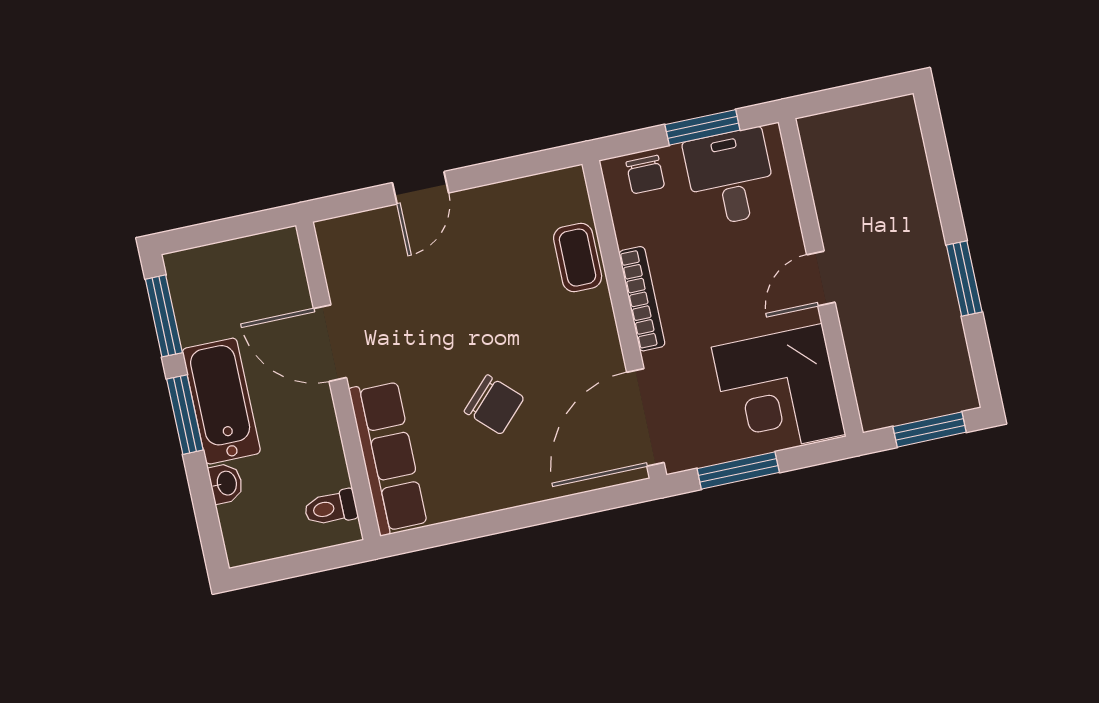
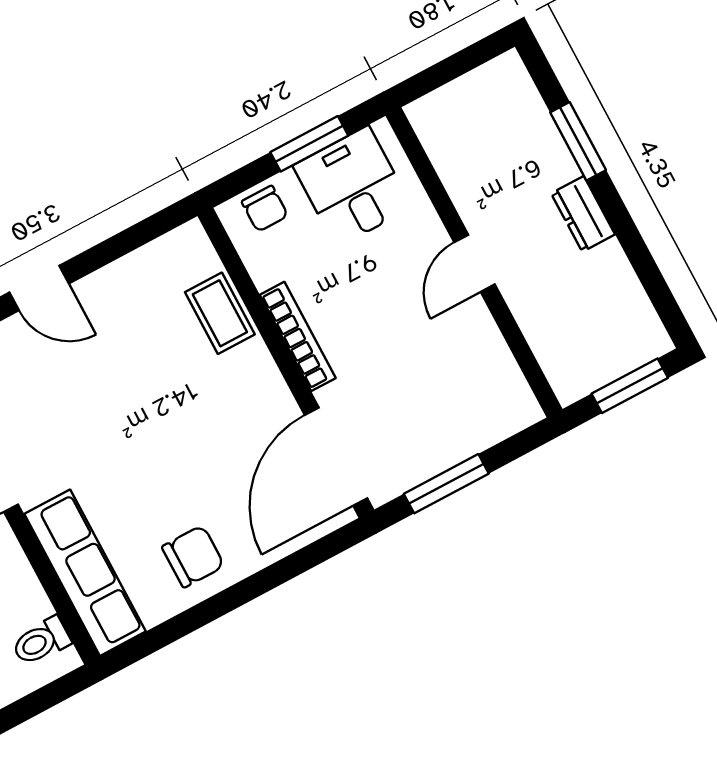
door: (420, 188) -> (39, 288), hinge flipped
dresser: (932, 262) -> (583, 214), added
window: (964, 279) -> (578, 141), moved
corner desk: (778, 391) -> (464, 390), removed
chair: (494, 405) -> (193, 556), moved, turned -44

